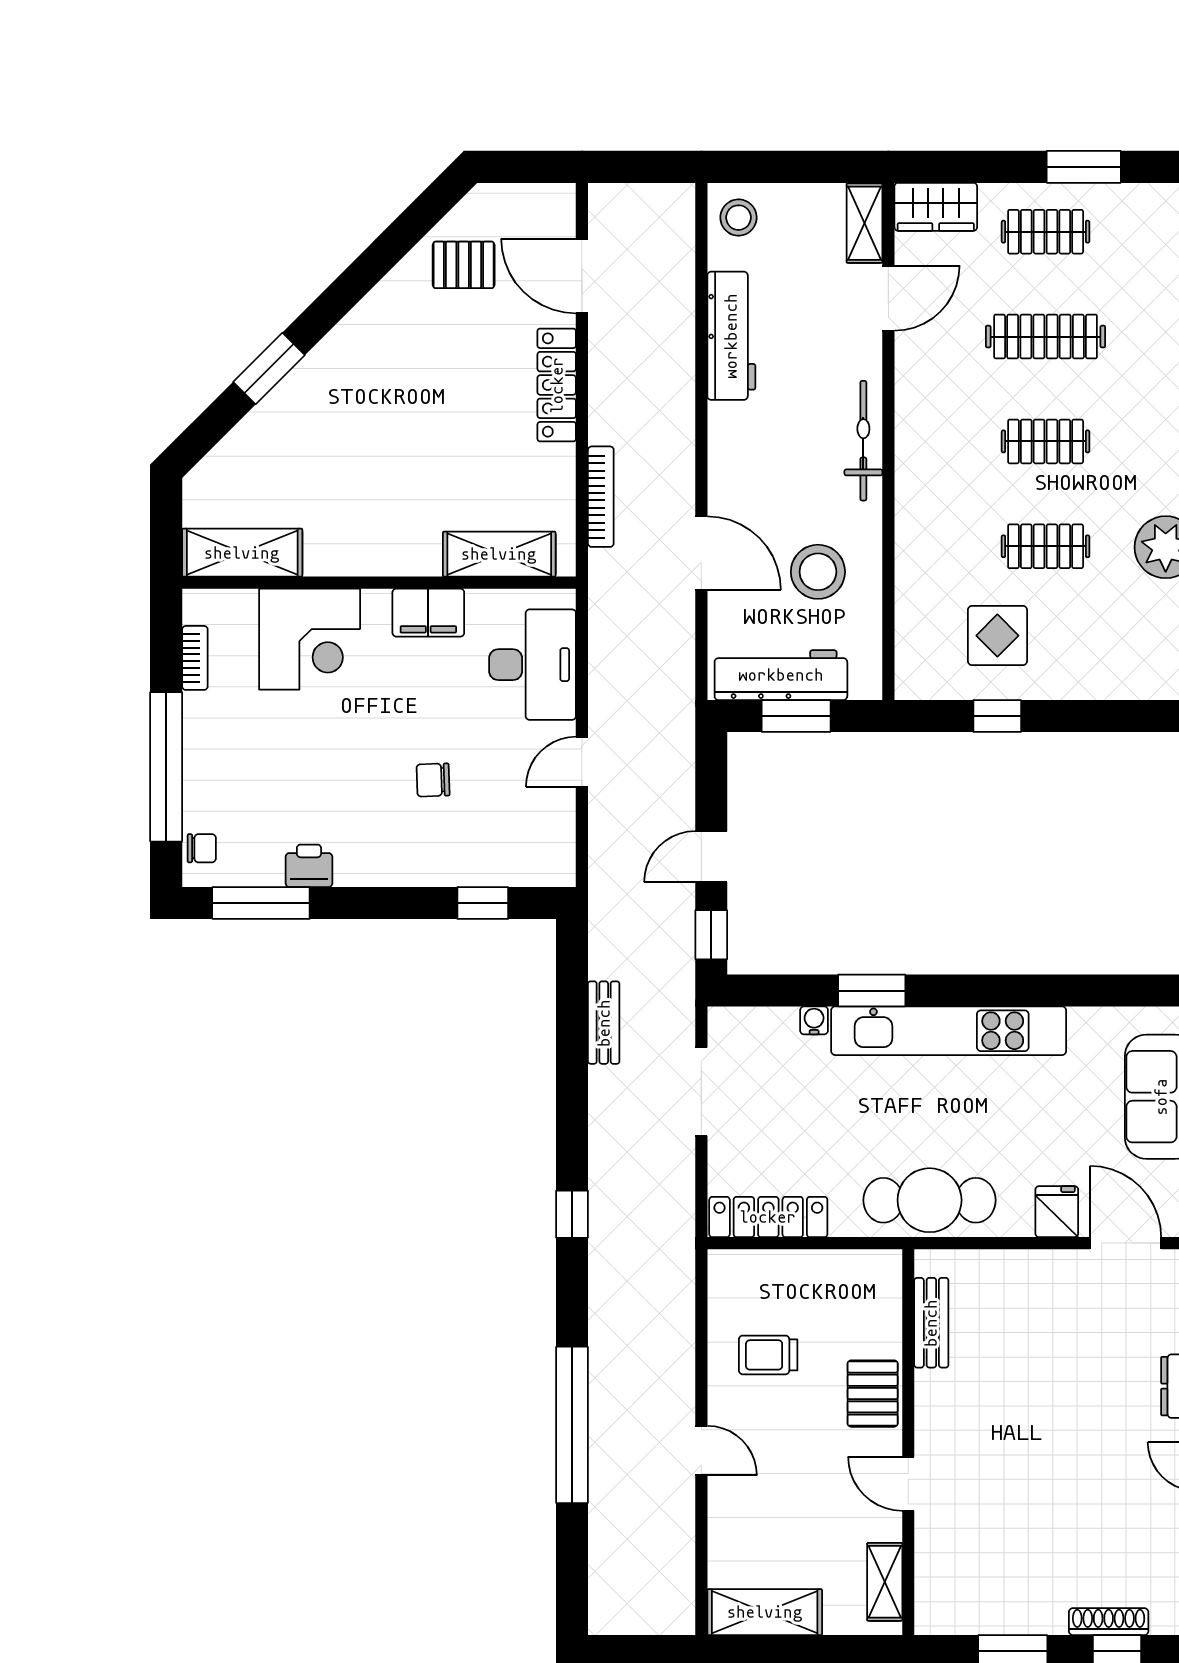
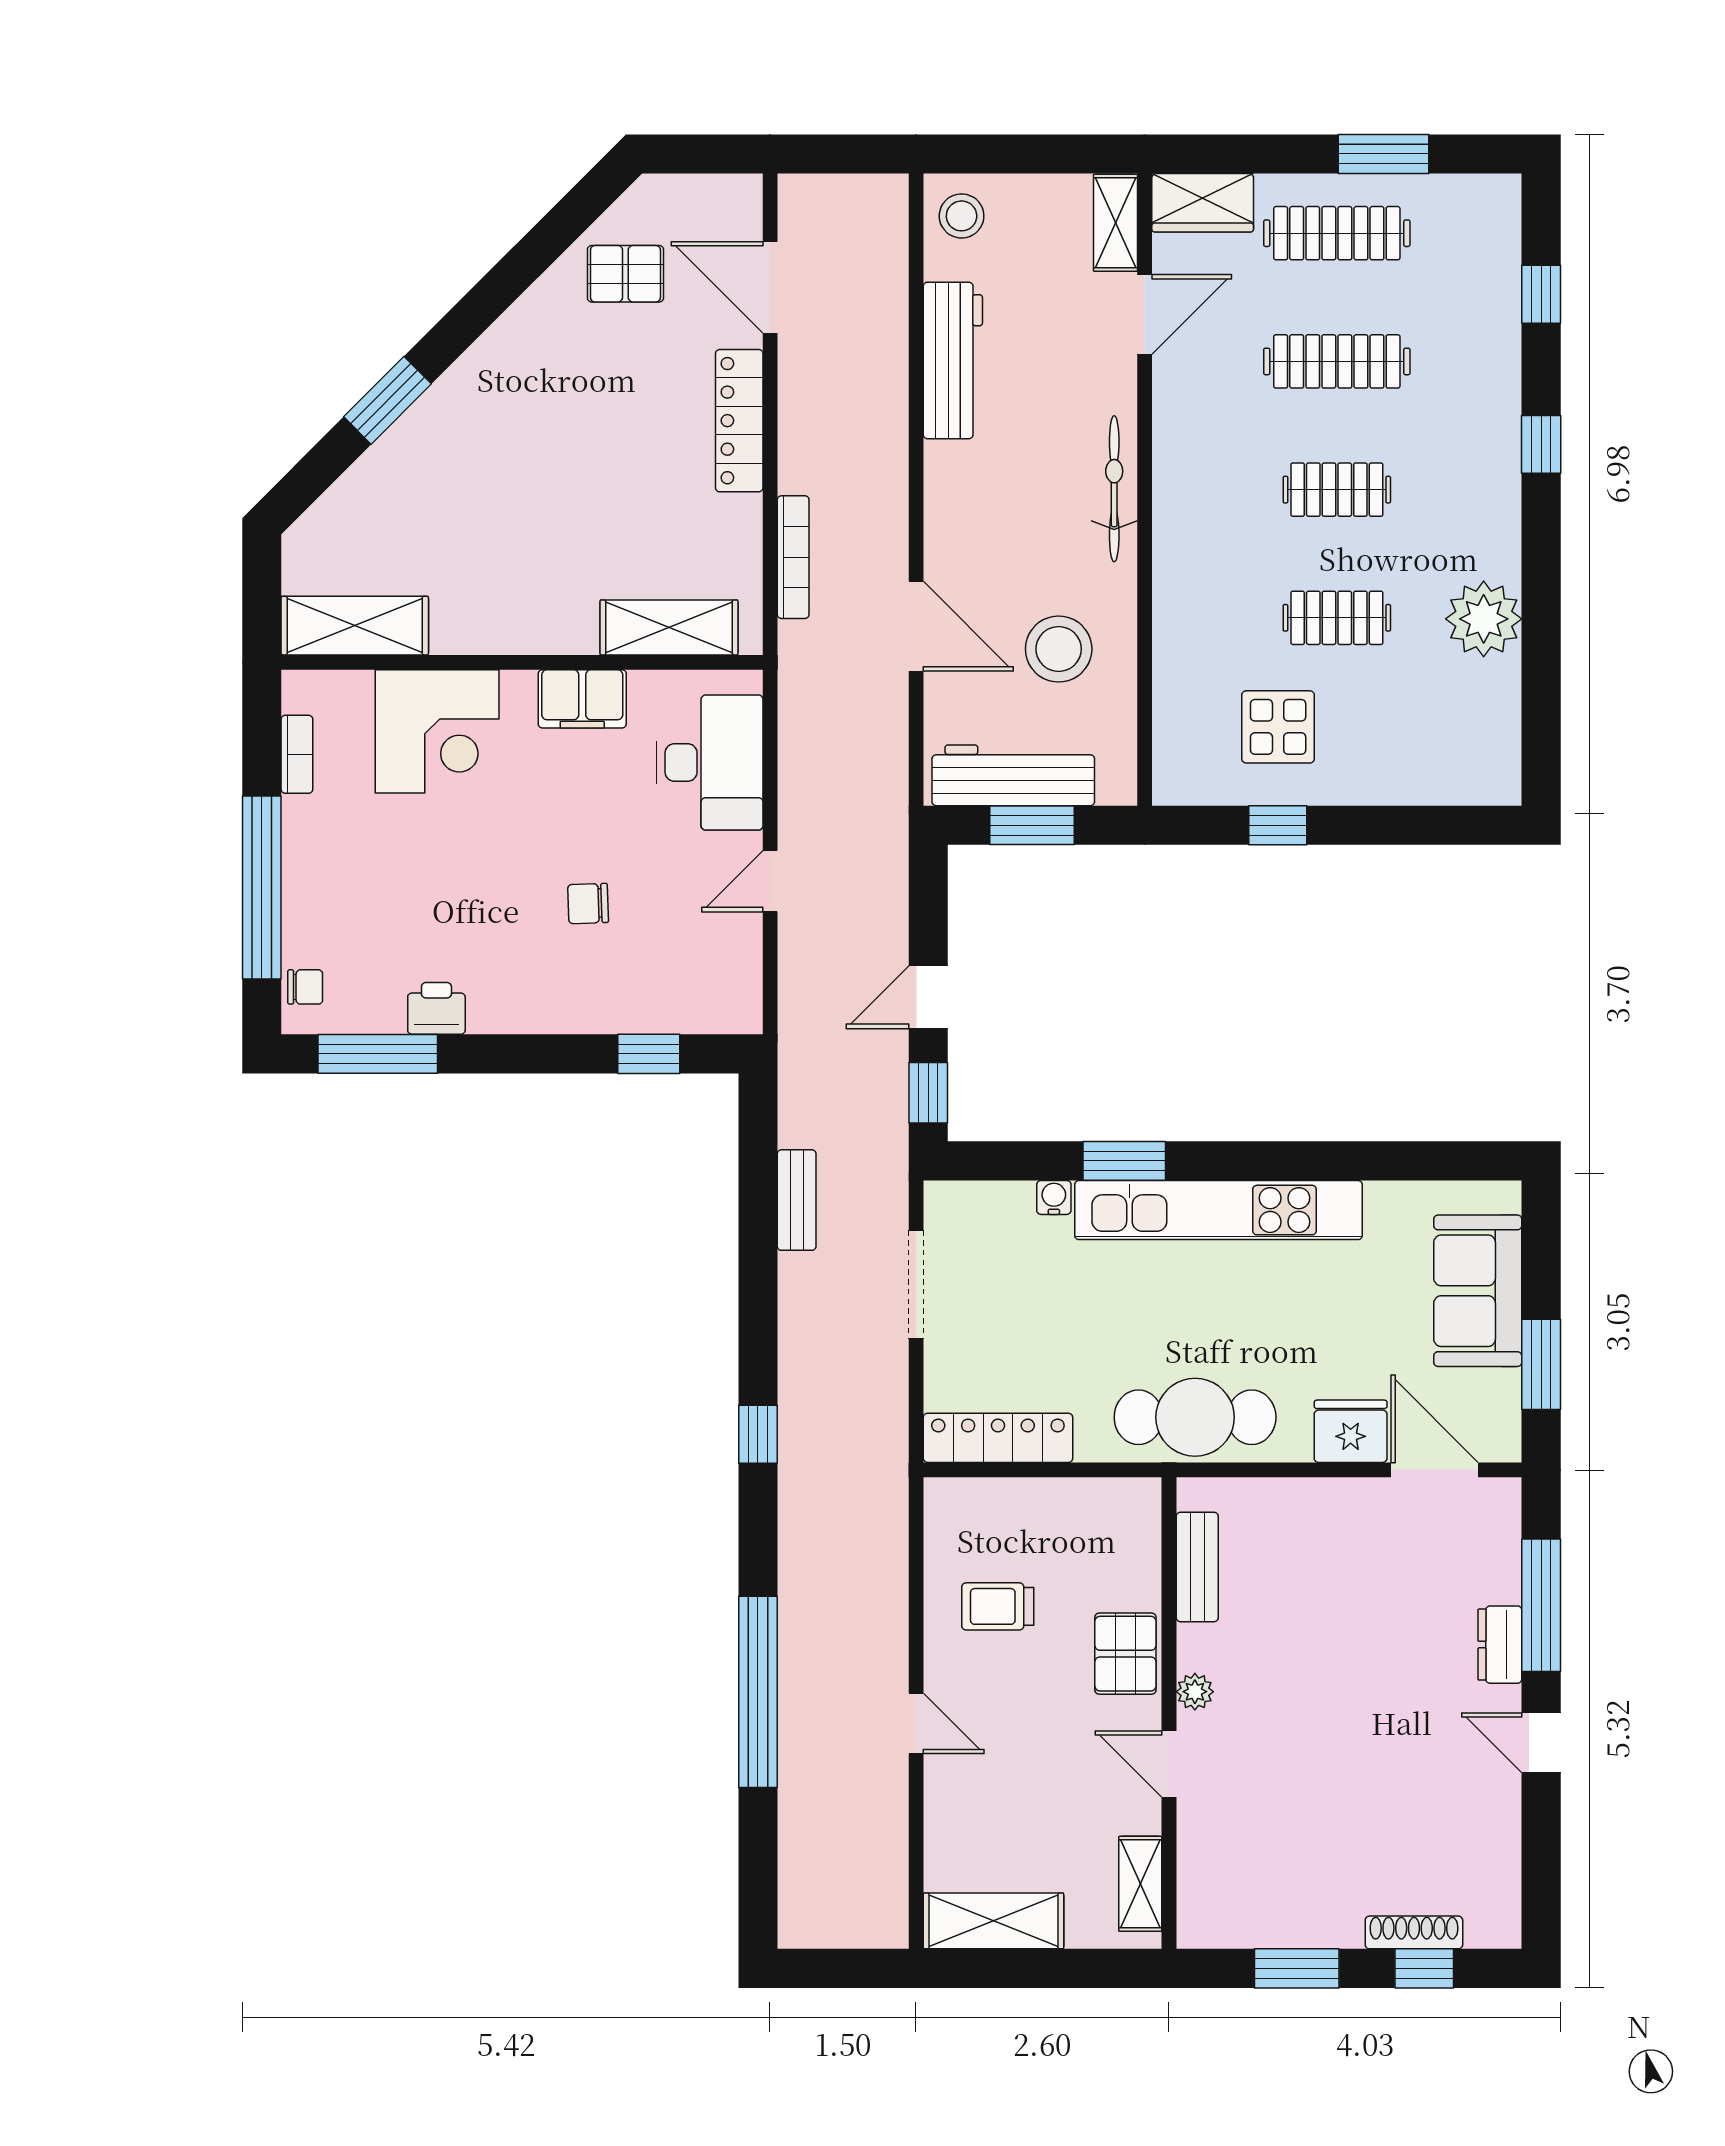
clothes rail: (1046, 232) -> (1337, 233), width x1.36
fridge: (1057, 1212) -> (1351, 1431), width x1.38
plant: (929, 1425) -> (1195, 1692), added

